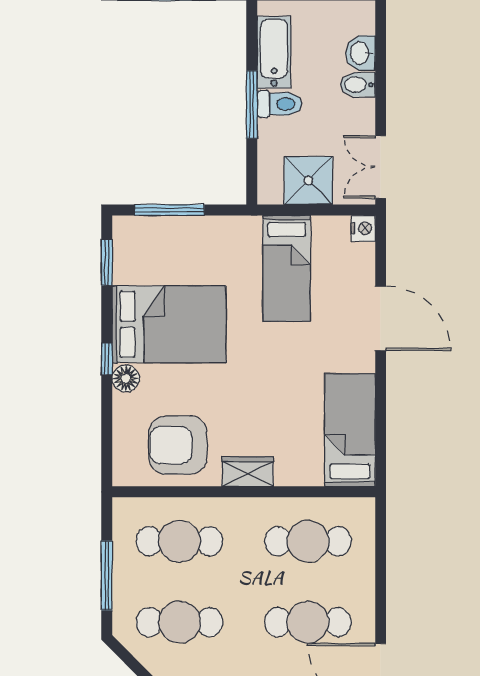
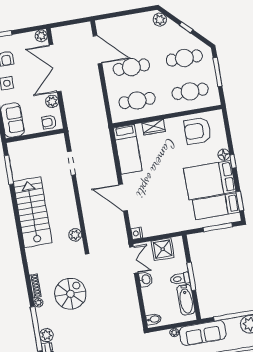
washbasin: (361, 53) -> (146, 279), moved
bidet: (358, 85) -> (154, 319), moved
bed: (287, 268) -> (216, 206), moved, turned -90
armchair: (178, 445) -> (198, 131), turned 180
wardrobe: (248, 472) -> (154, 127), moved

